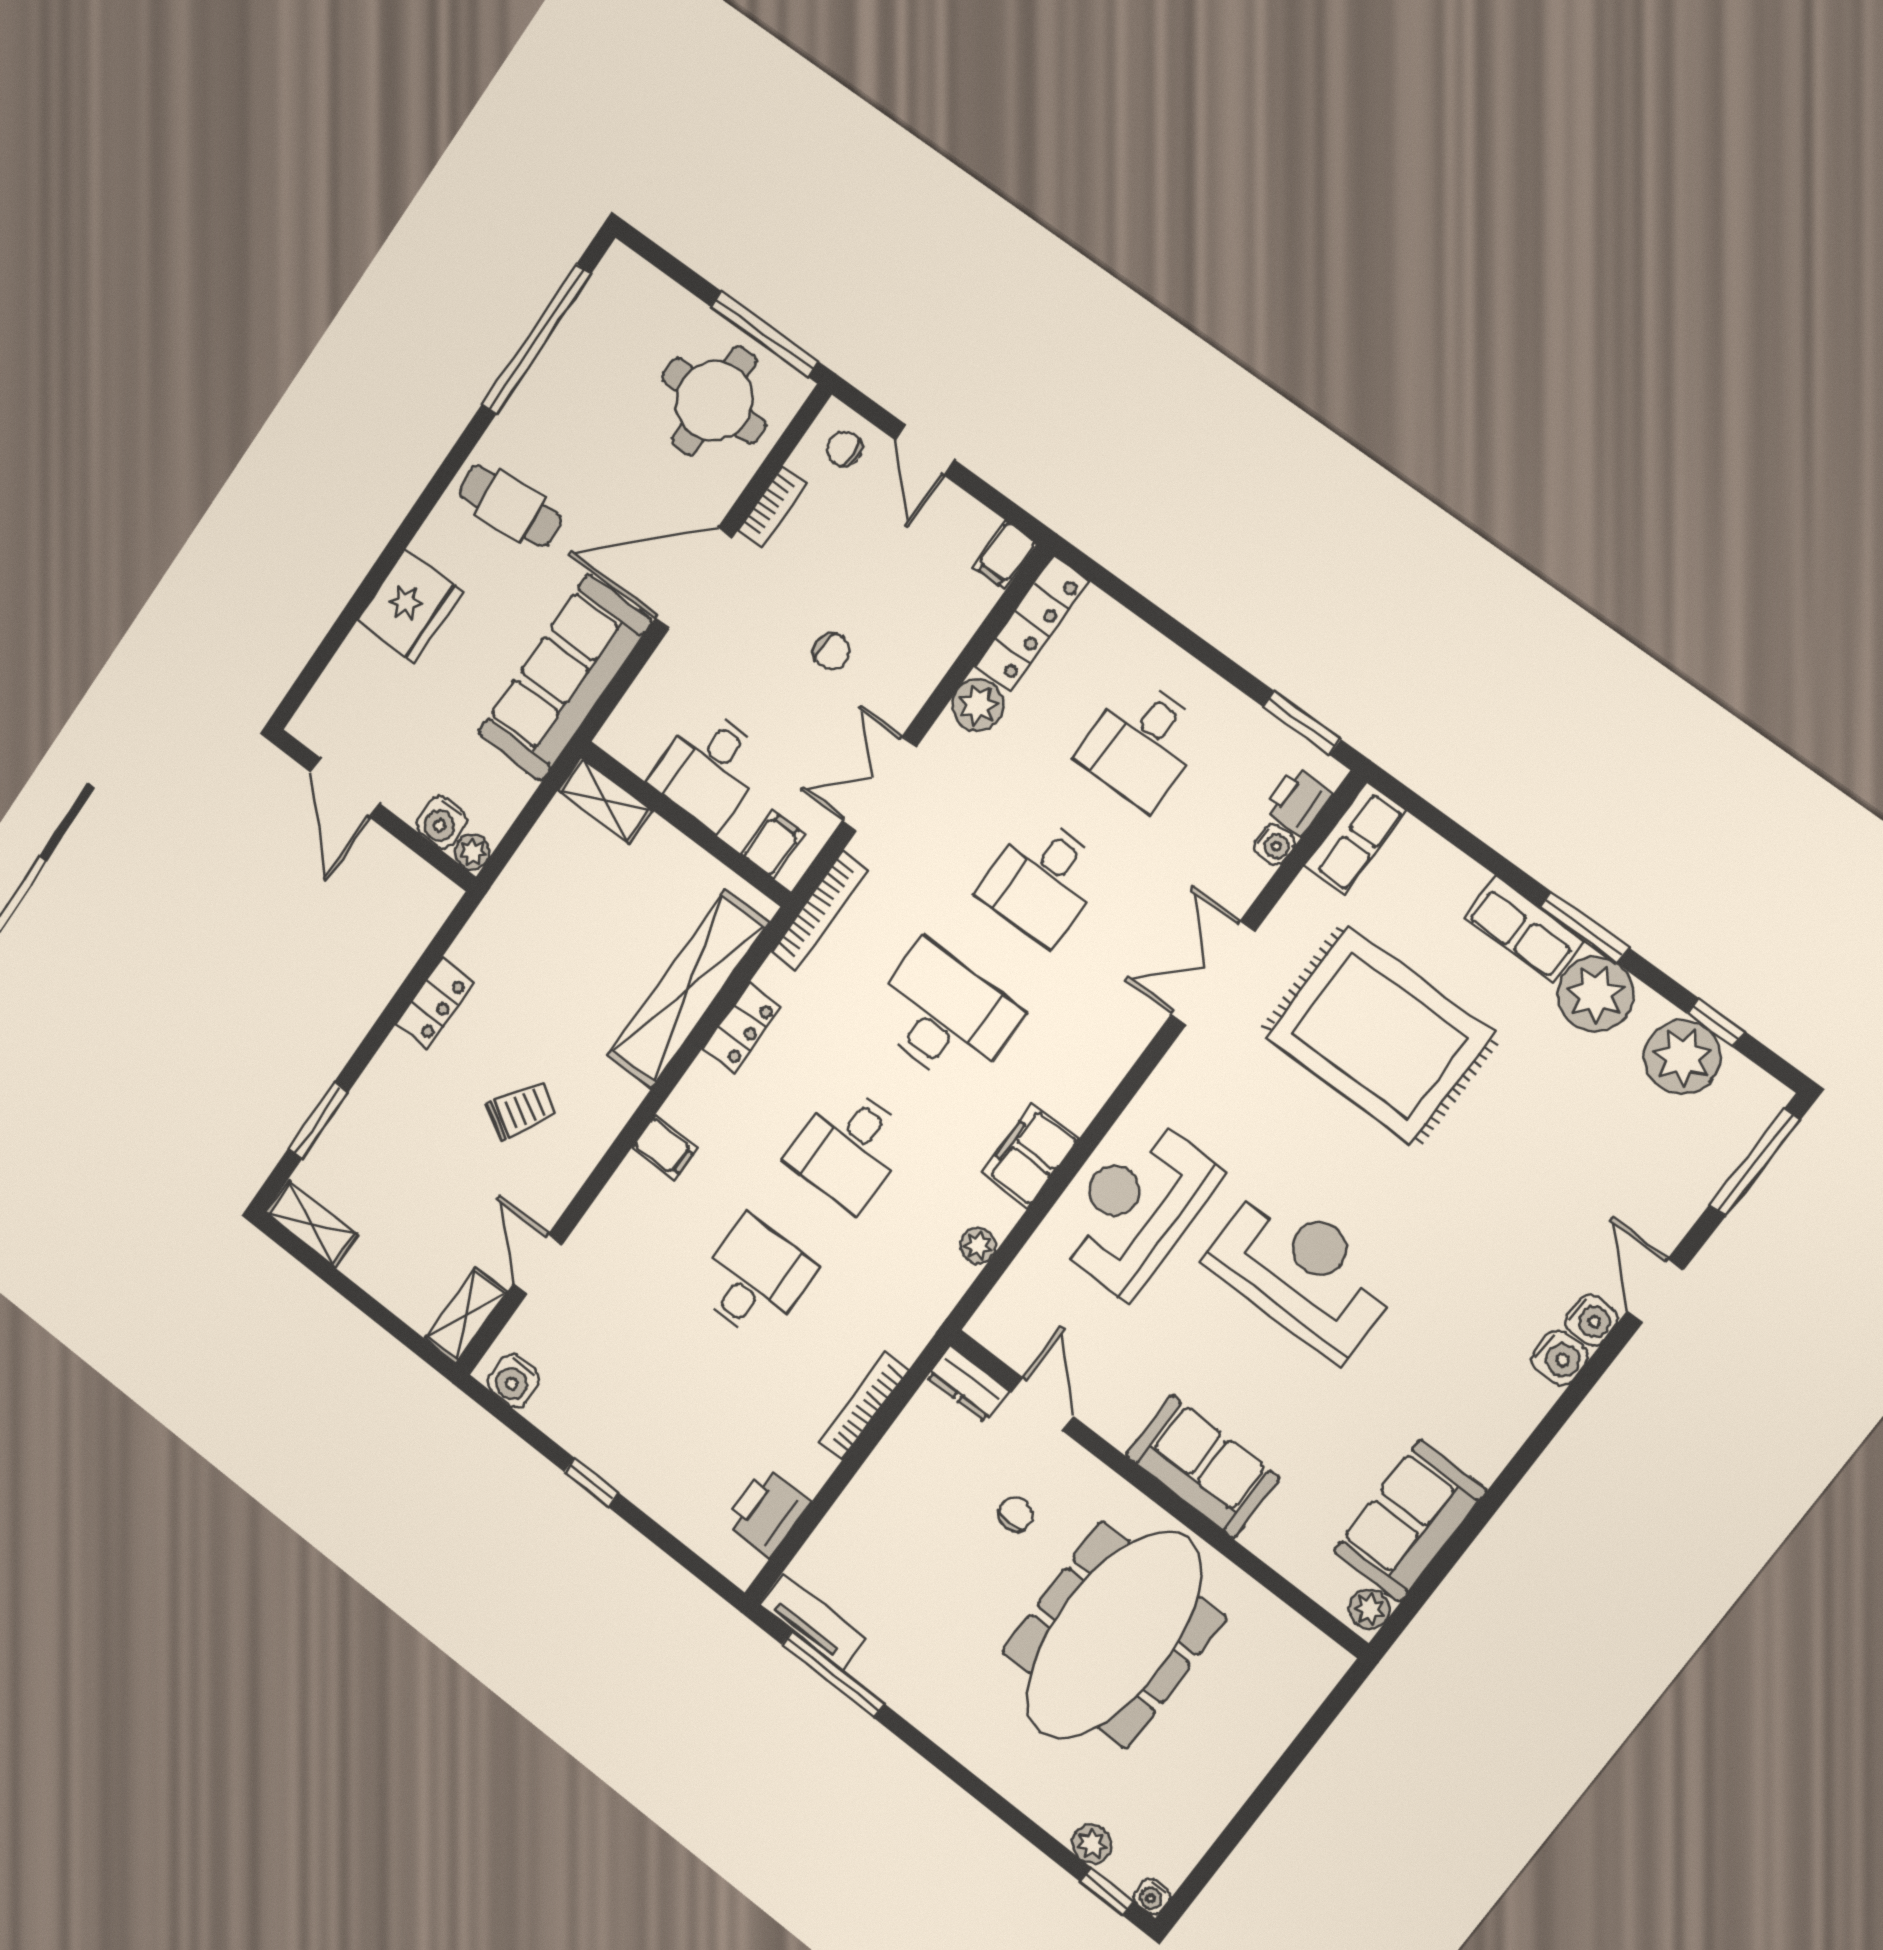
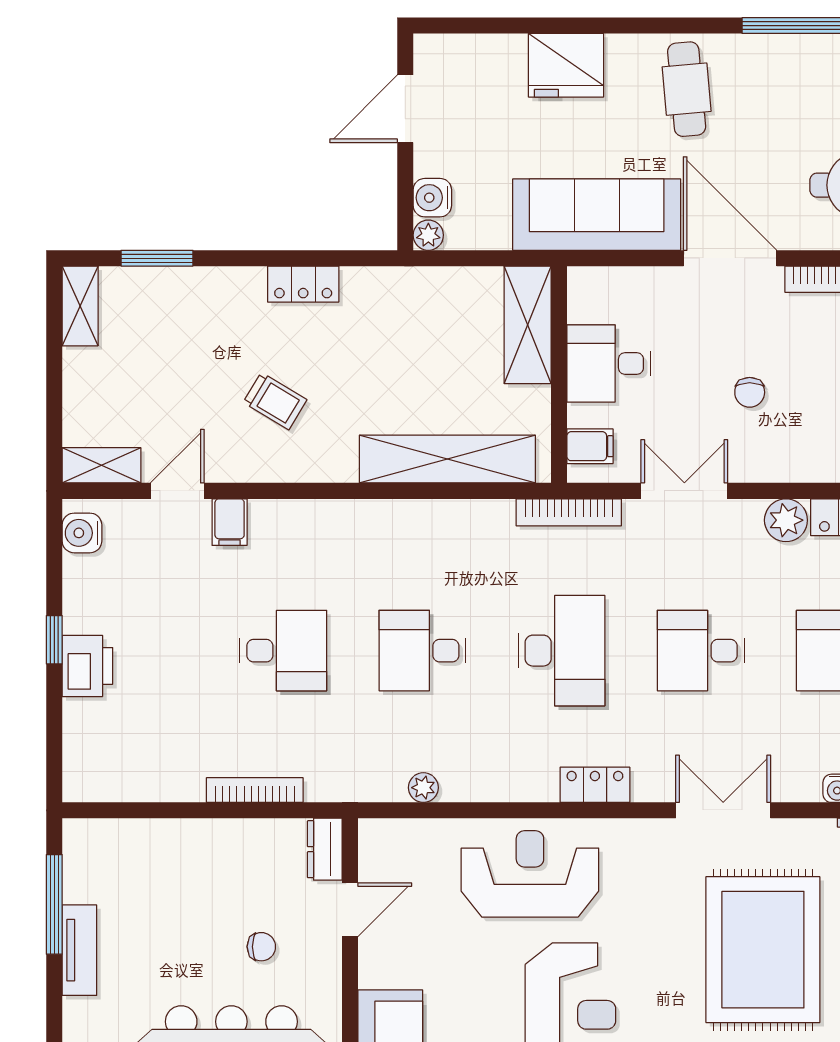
shelving: (605, 800) -> (528, 325), width x1.50, depth x1.33
locker: (742, 1028) -> (595, 785), moved, turned 180
filing cabinet: (665, 1148) -> (230, 522), moved
filing cabinet: (1030, 1156) -> (511, 778), removed
printer: (767, 1512) -> (87, 666), moved, turned 90
tv unit: (812, 1621) -> (79, 950), moved

